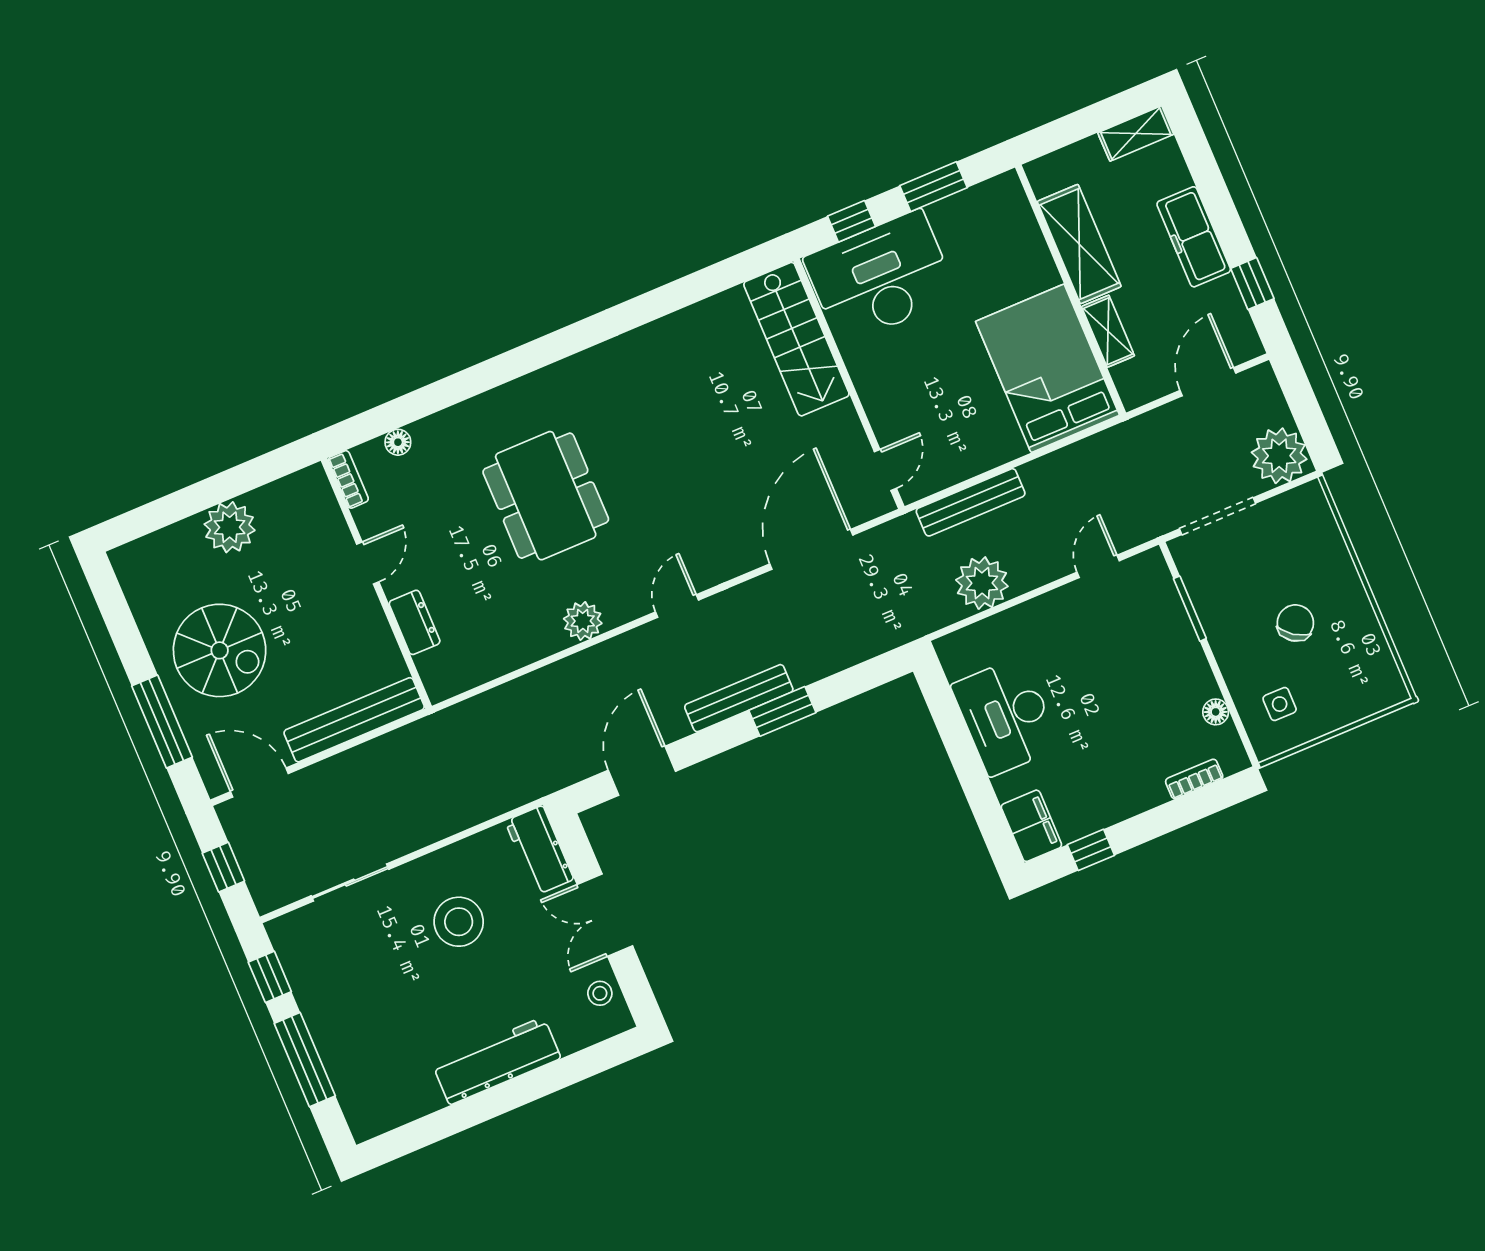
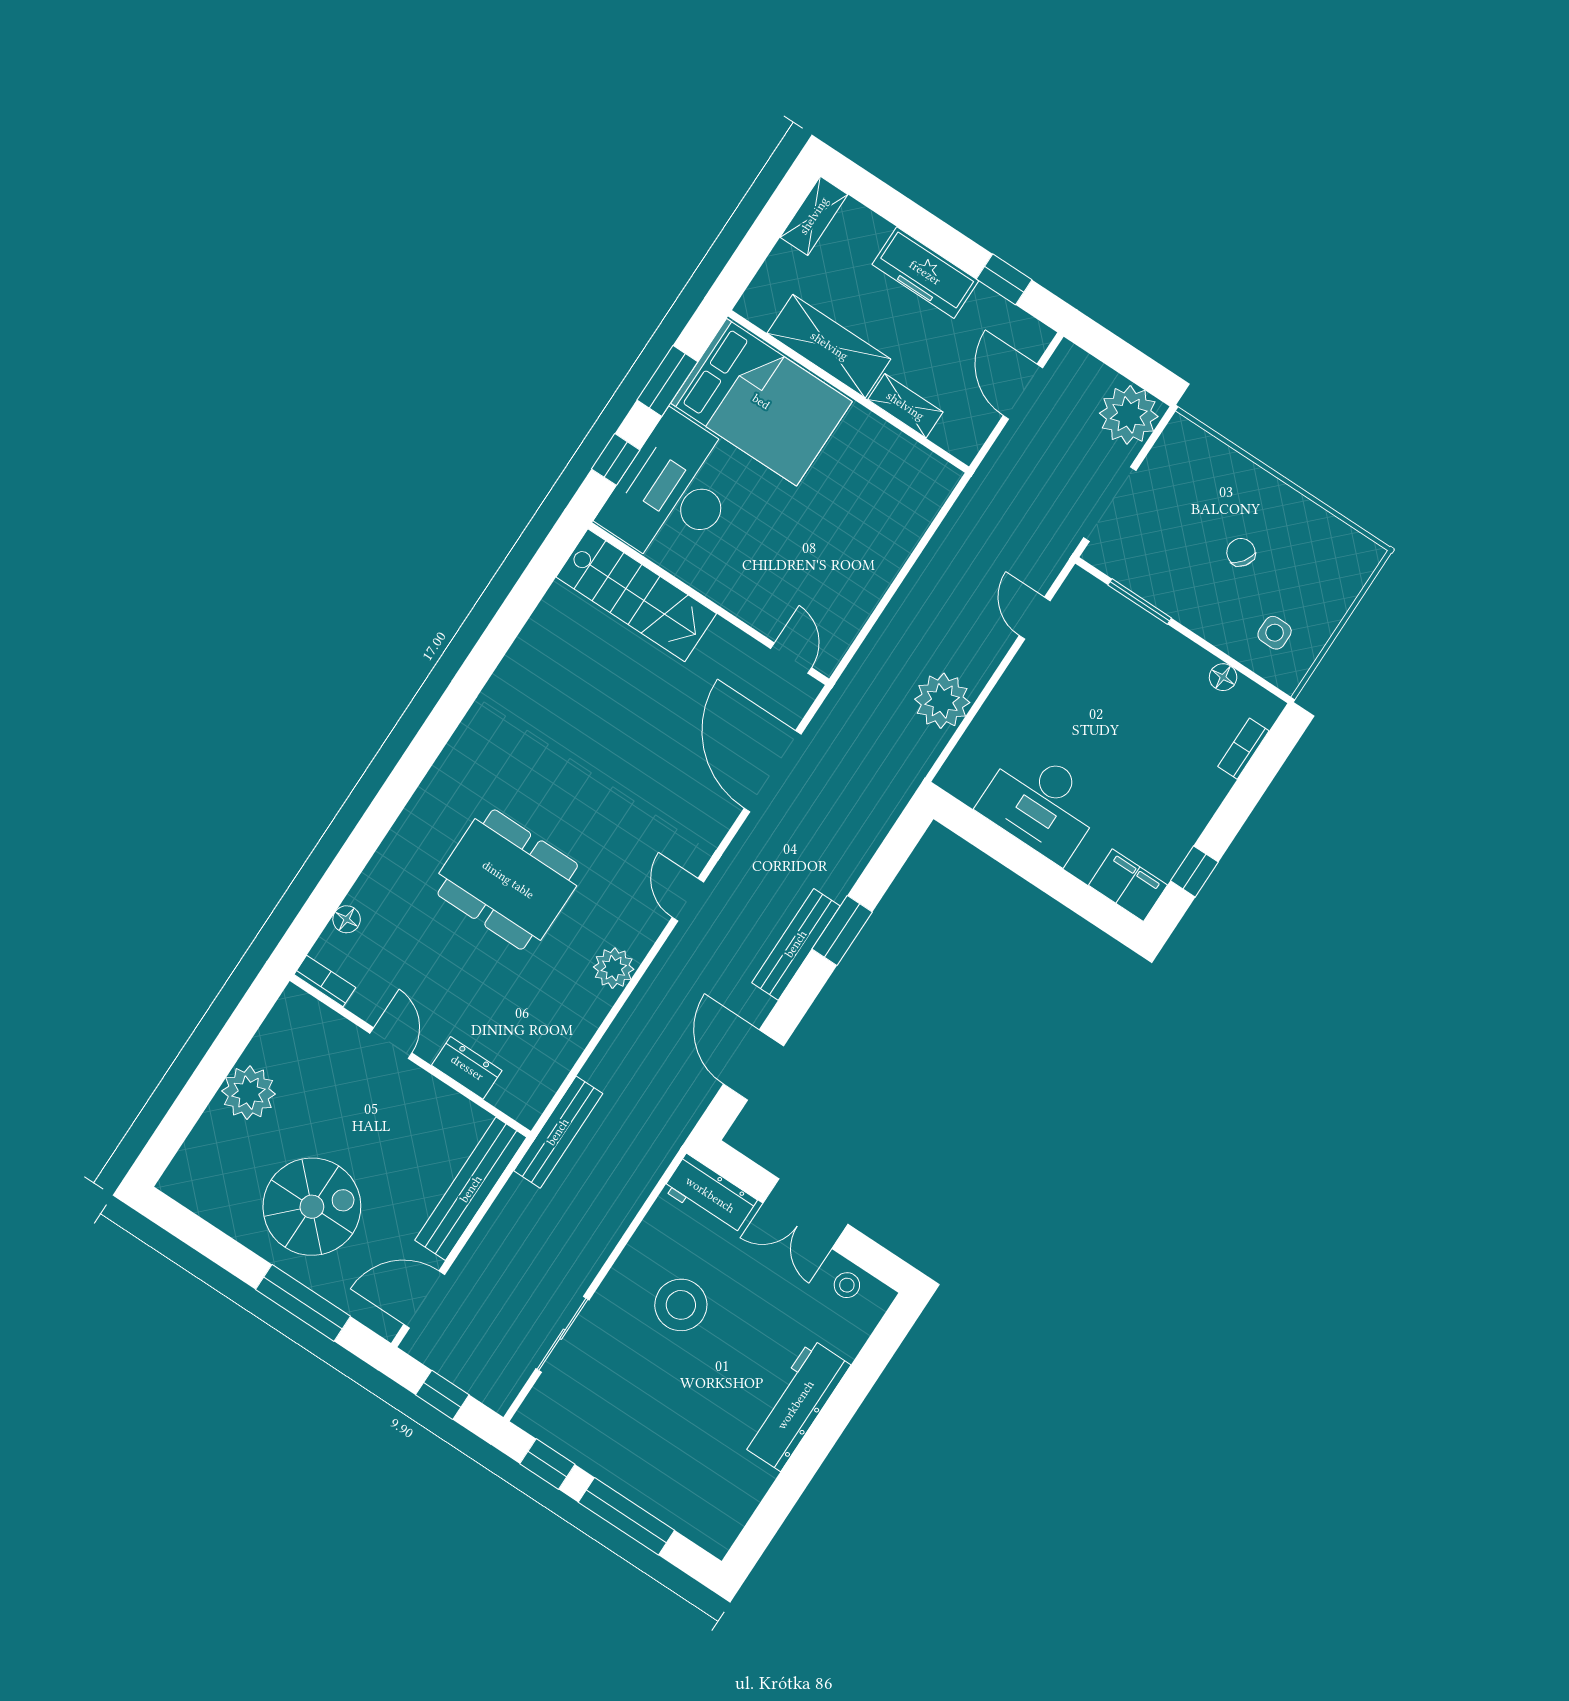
bed: (1048, 368) -> (761, 402), moved, turned 180
bench: (971, 502) -> (558, 1132), moved
chair: (1295, 623) -> (1241, 552), width x0.73, depth x0.73

